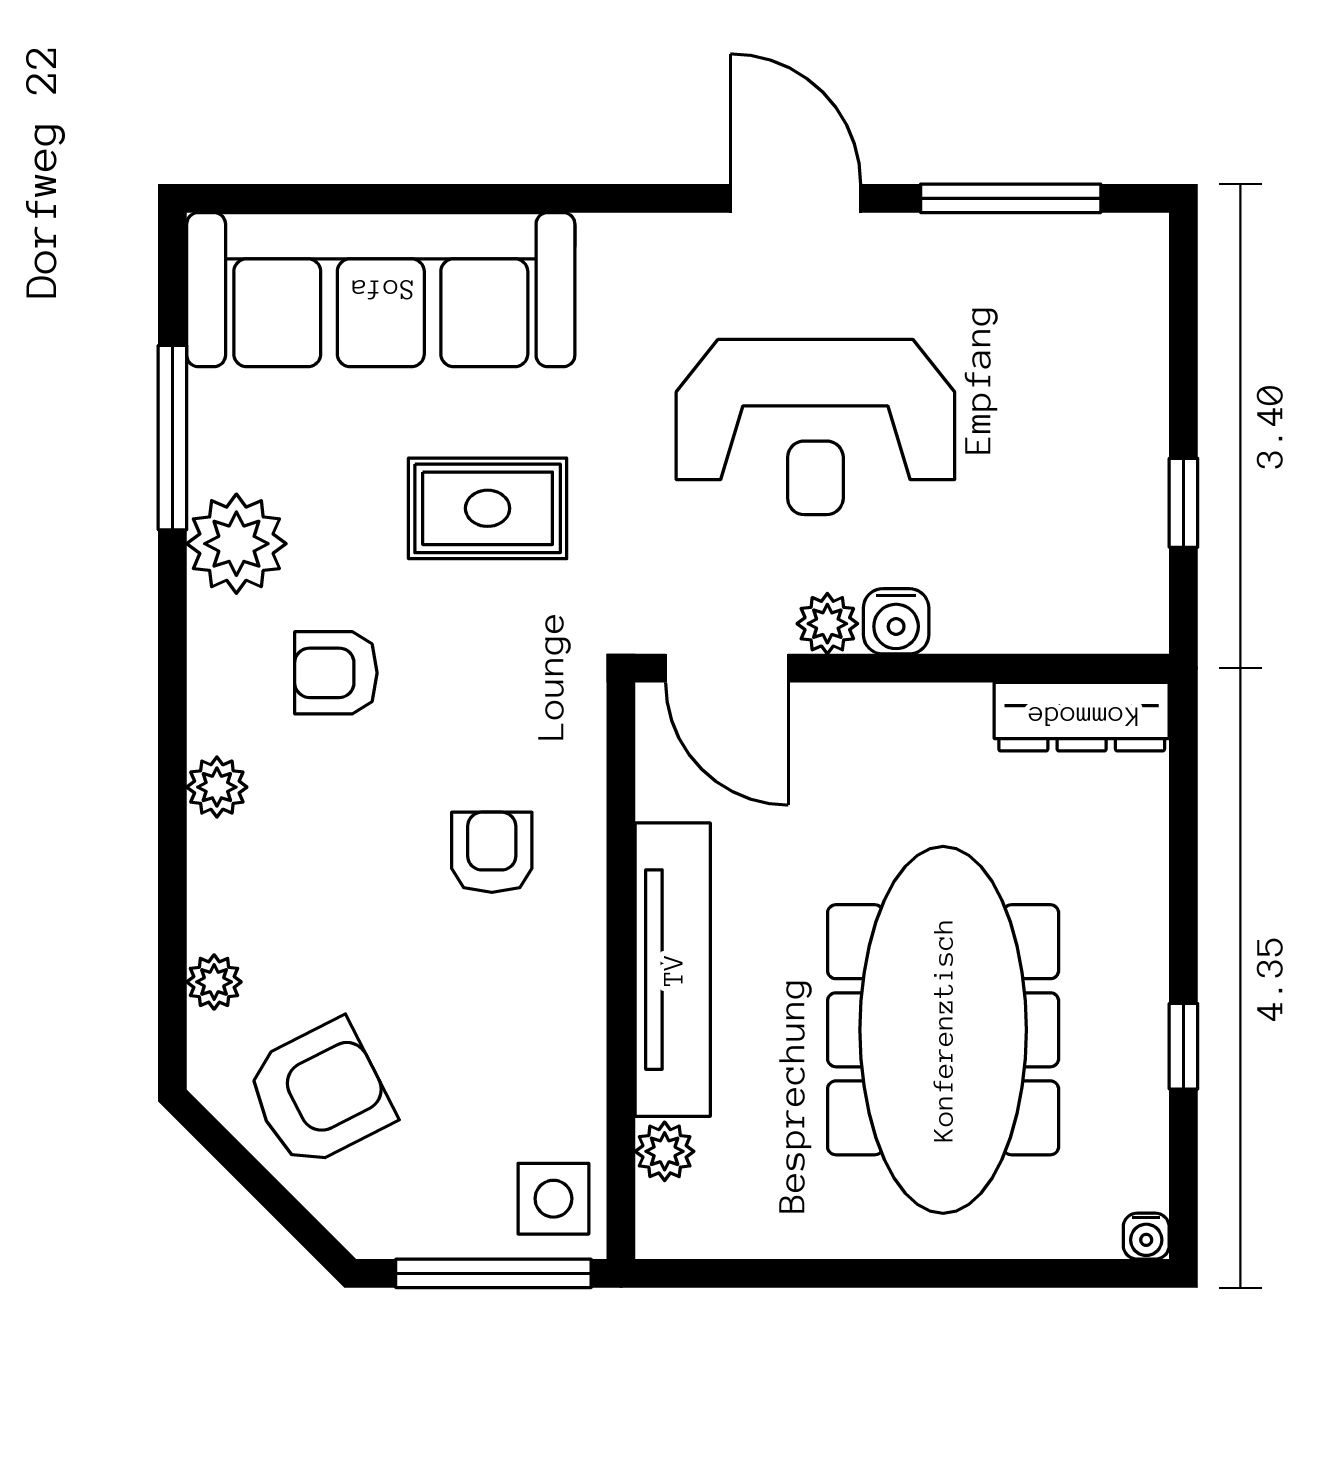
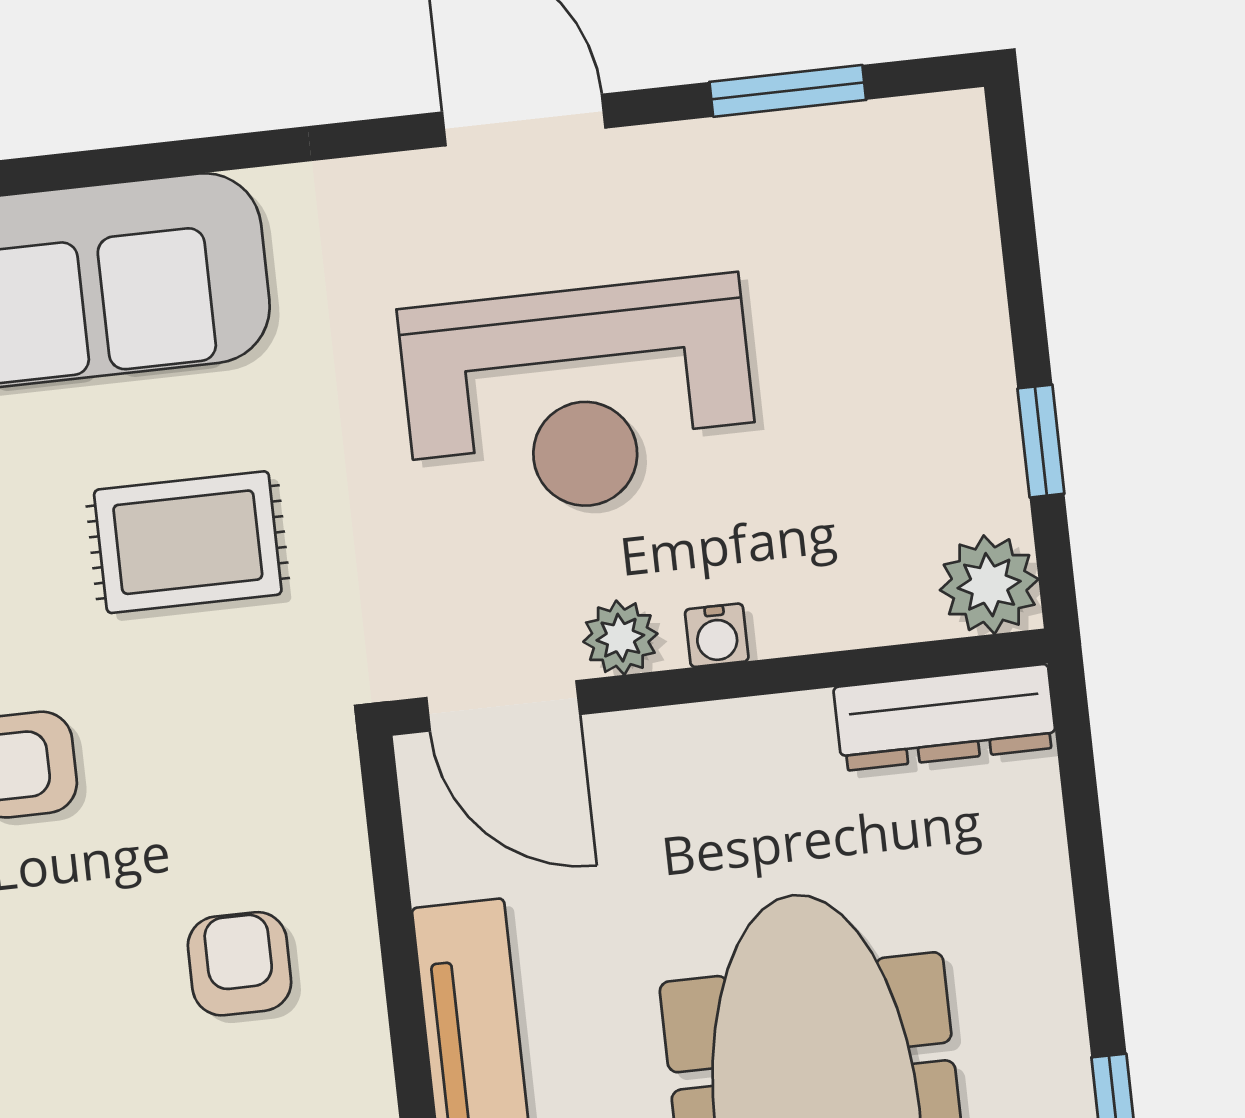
window: (1011, 198) -> (788, 91), width x0.69
plant: (1129, 614) -> (989, 585), added
water cooler: (896, 621) -> (717, 635), width x0.72, depth x0.72

